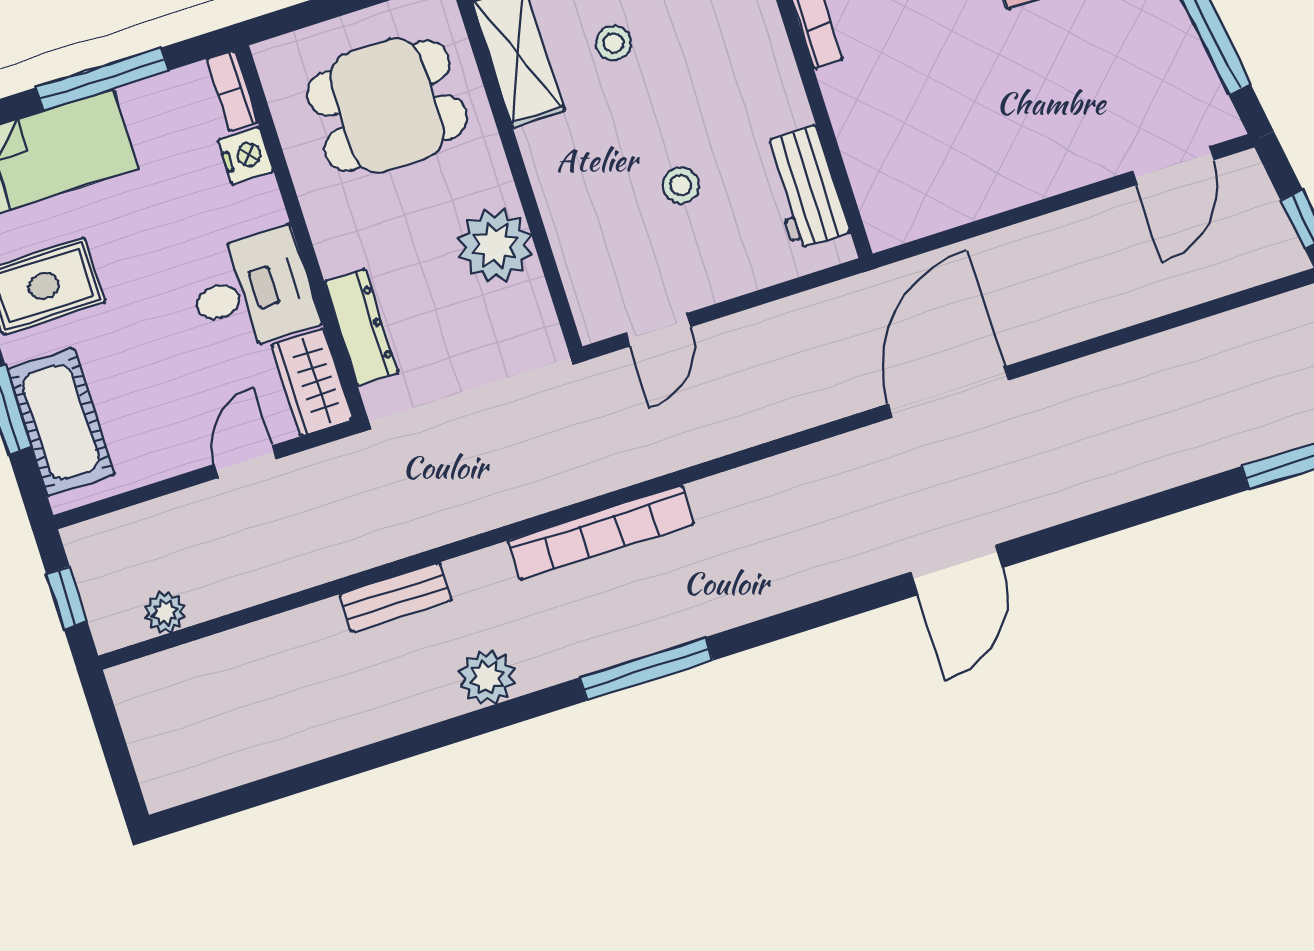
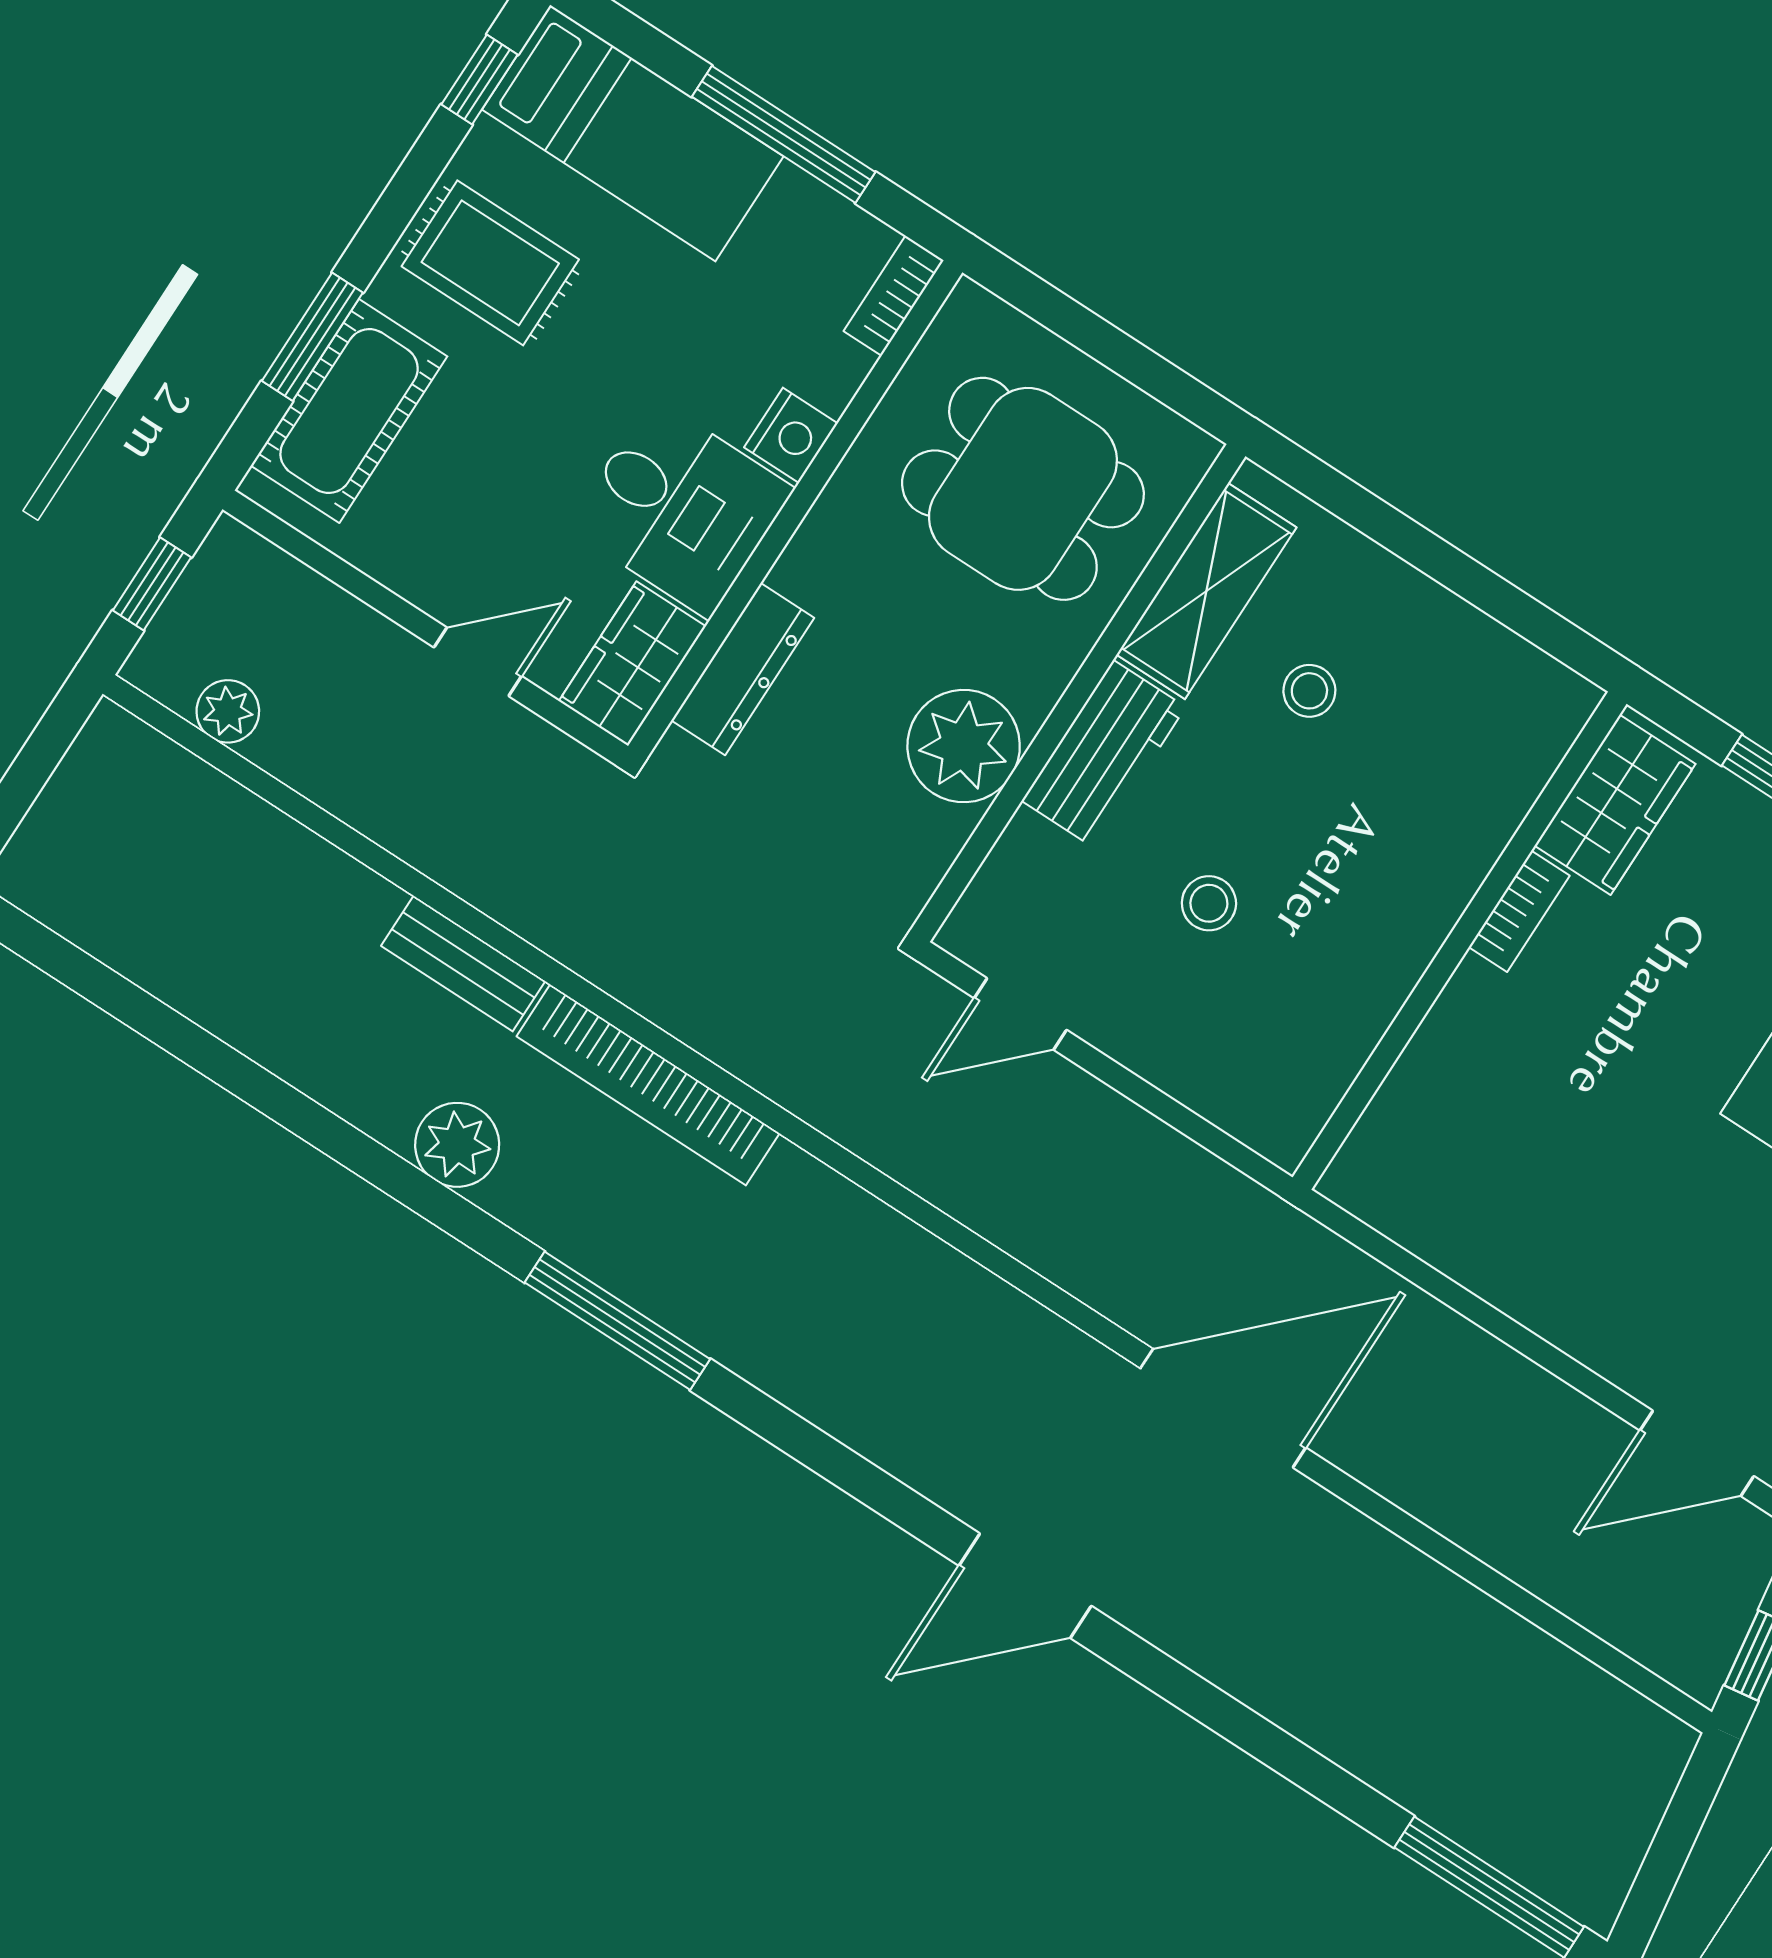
nightstand: (246, 156) -> (791, 435), moved
workbench: (805, 187) -> (1104, 754), moved, turned 180
bookcase: (601, 533) -> (648, 1085), moved

